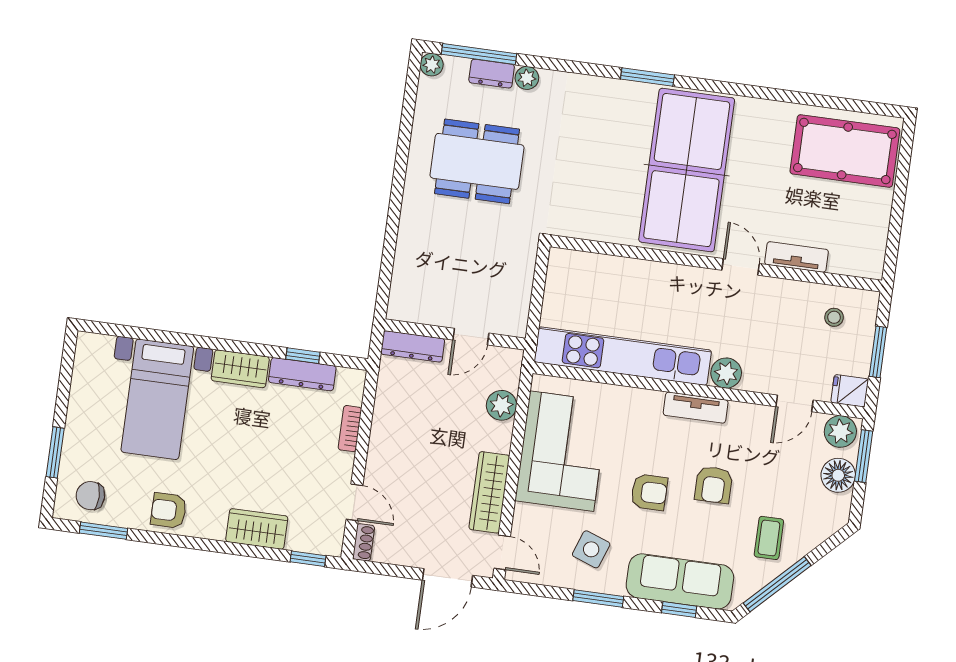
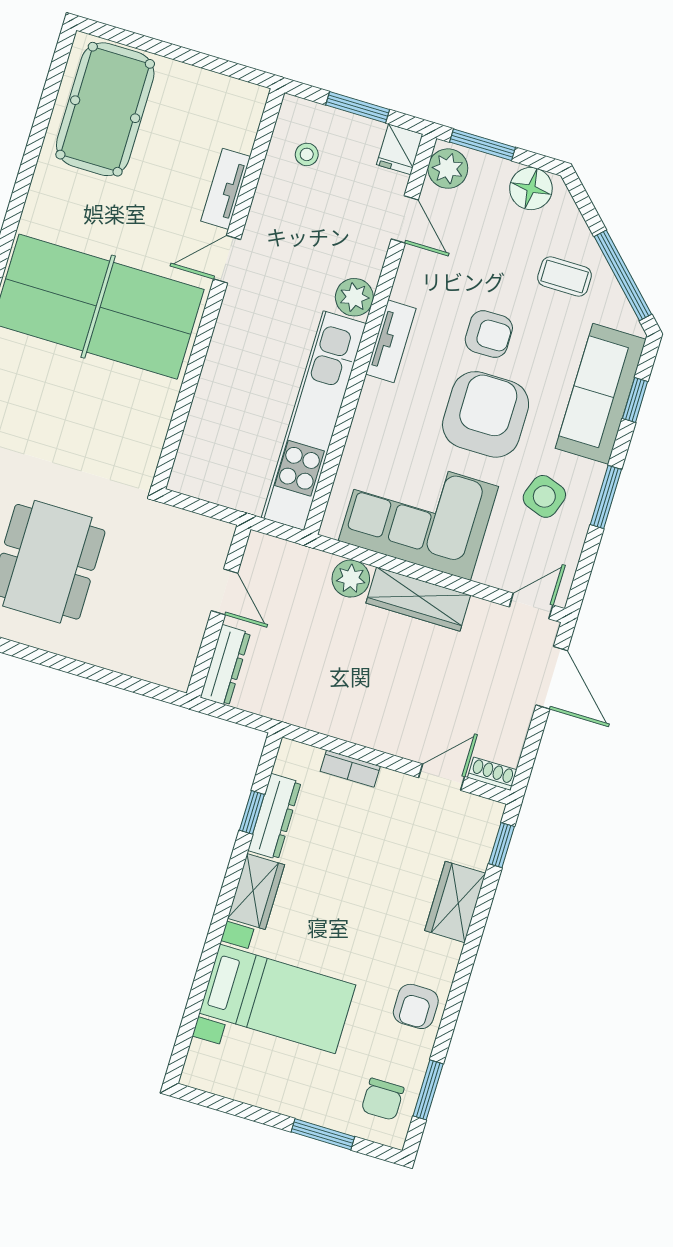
wall: (455, 334) -> (219, 611), moved
door: (471, 337) -> (224, 592), moved
dresser: (413, 346) -> (225, 665), moved
floor lamp: (838, 475) -> (531, 189), moved
wardrobe: (489, 492) -> (418, 599), moved
armchair: (649, 492) -> (486, 414), width x1.88, depth x1.88

